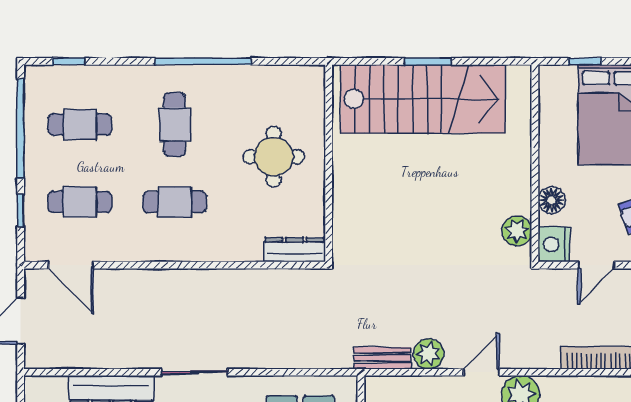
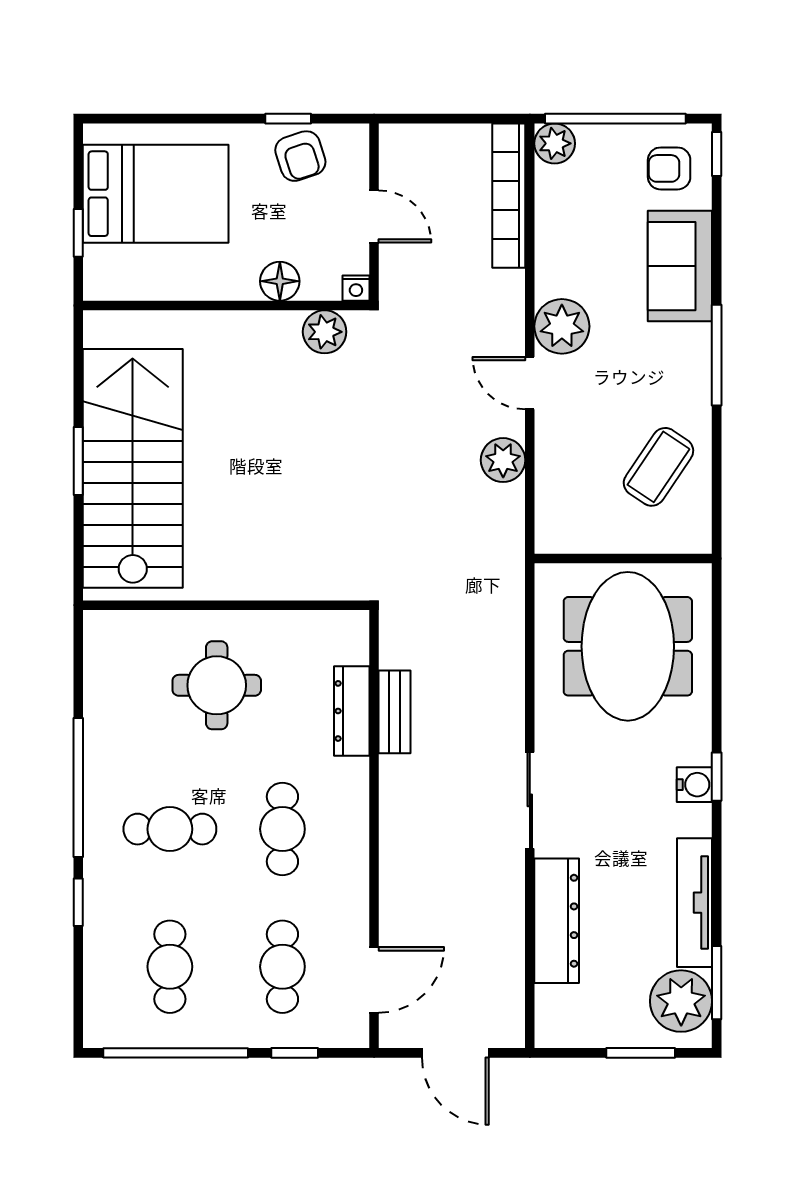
window: (69, 61) -> (78, 902), moved
nightstand: (554, 244) -> (356, 288), width x0.53, depth x0.56
dresser: (295, 250) -> (352, 711), moved
bench: (383, 358) -> (395, 712), moved

